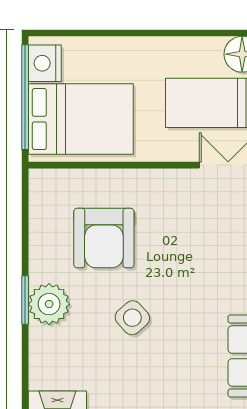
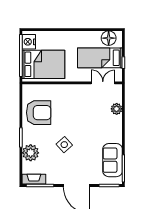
armchair: (104, 238) -> (39, 113), moved, turned -90
plant: (49, 304) -> (31, 153), moved

